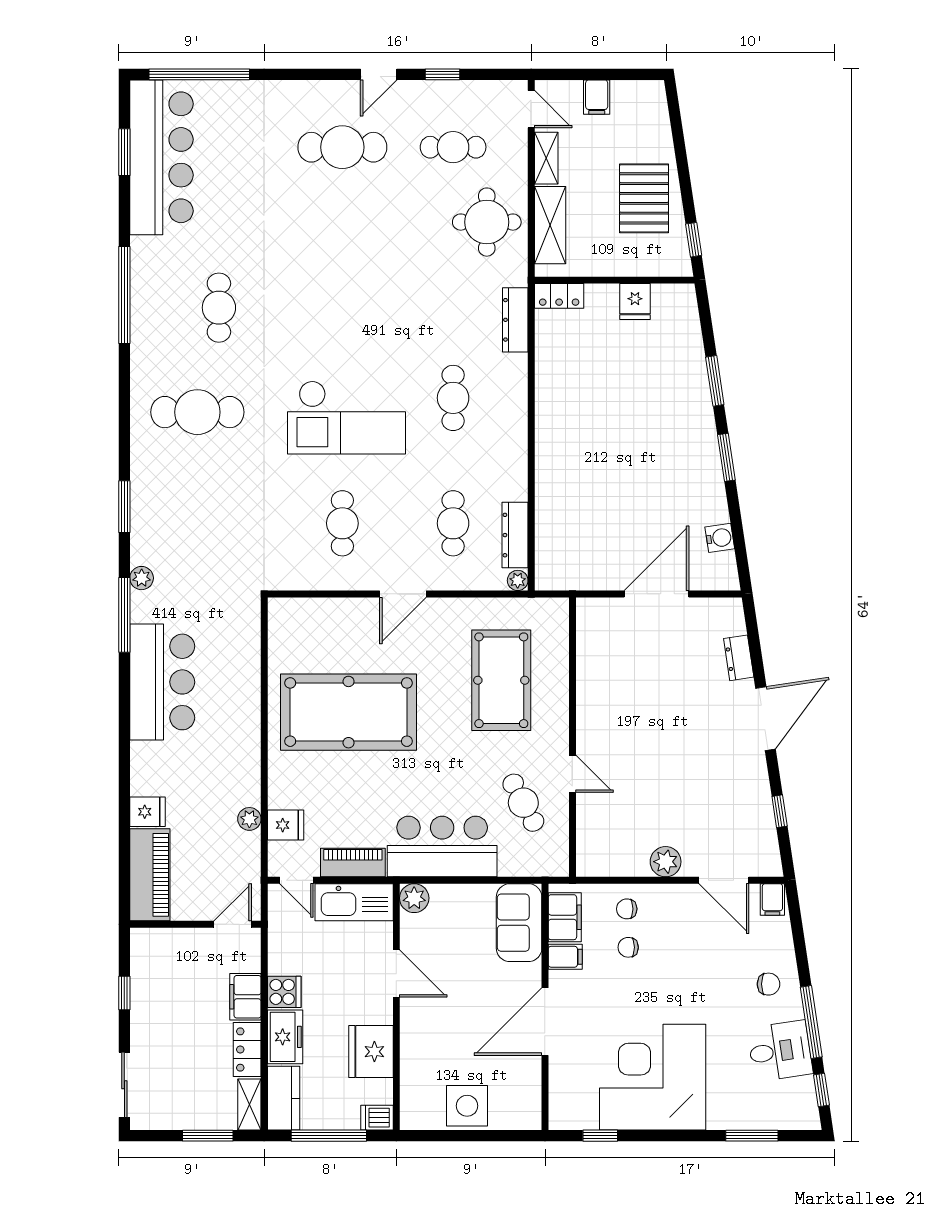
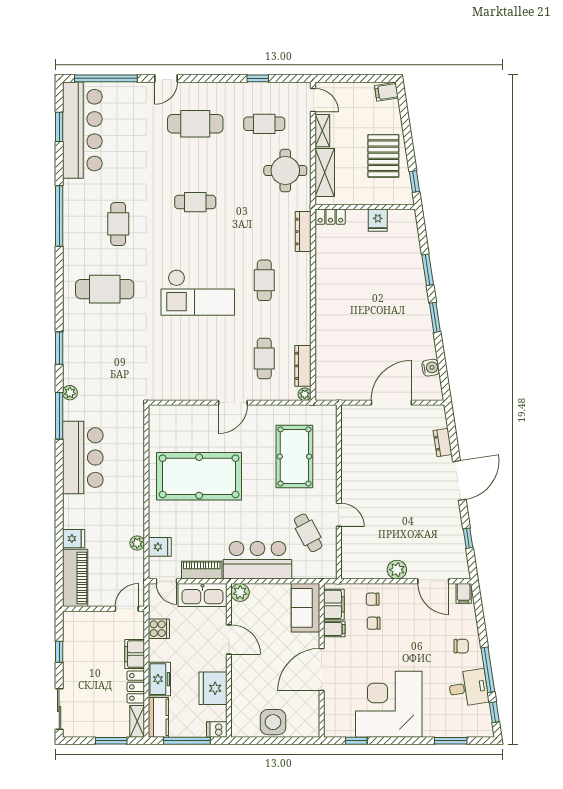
door: (379, 74) -> (166, 78), moved
filing cabinet: (597, 97) -> (386, 92), moved, turned 81
cafe table: (342, 523) -> (195, 202), moved, turned 90
cooker: (284, 992) -> (159, 629), moved

